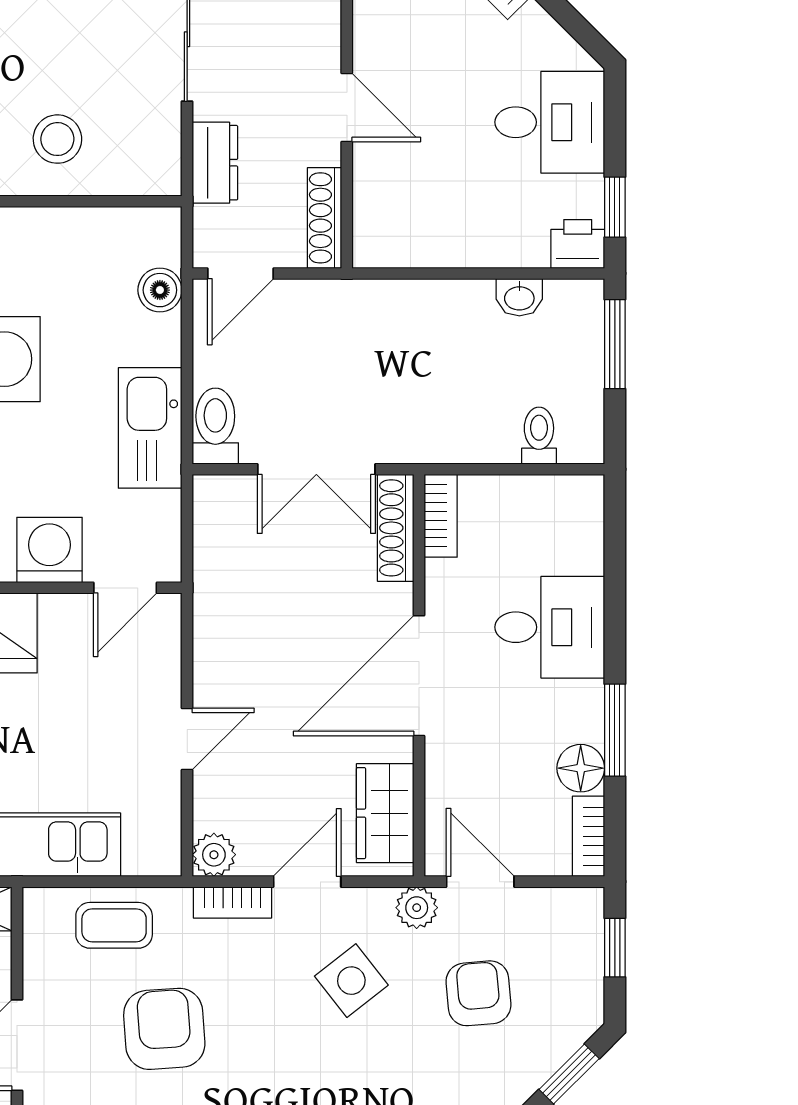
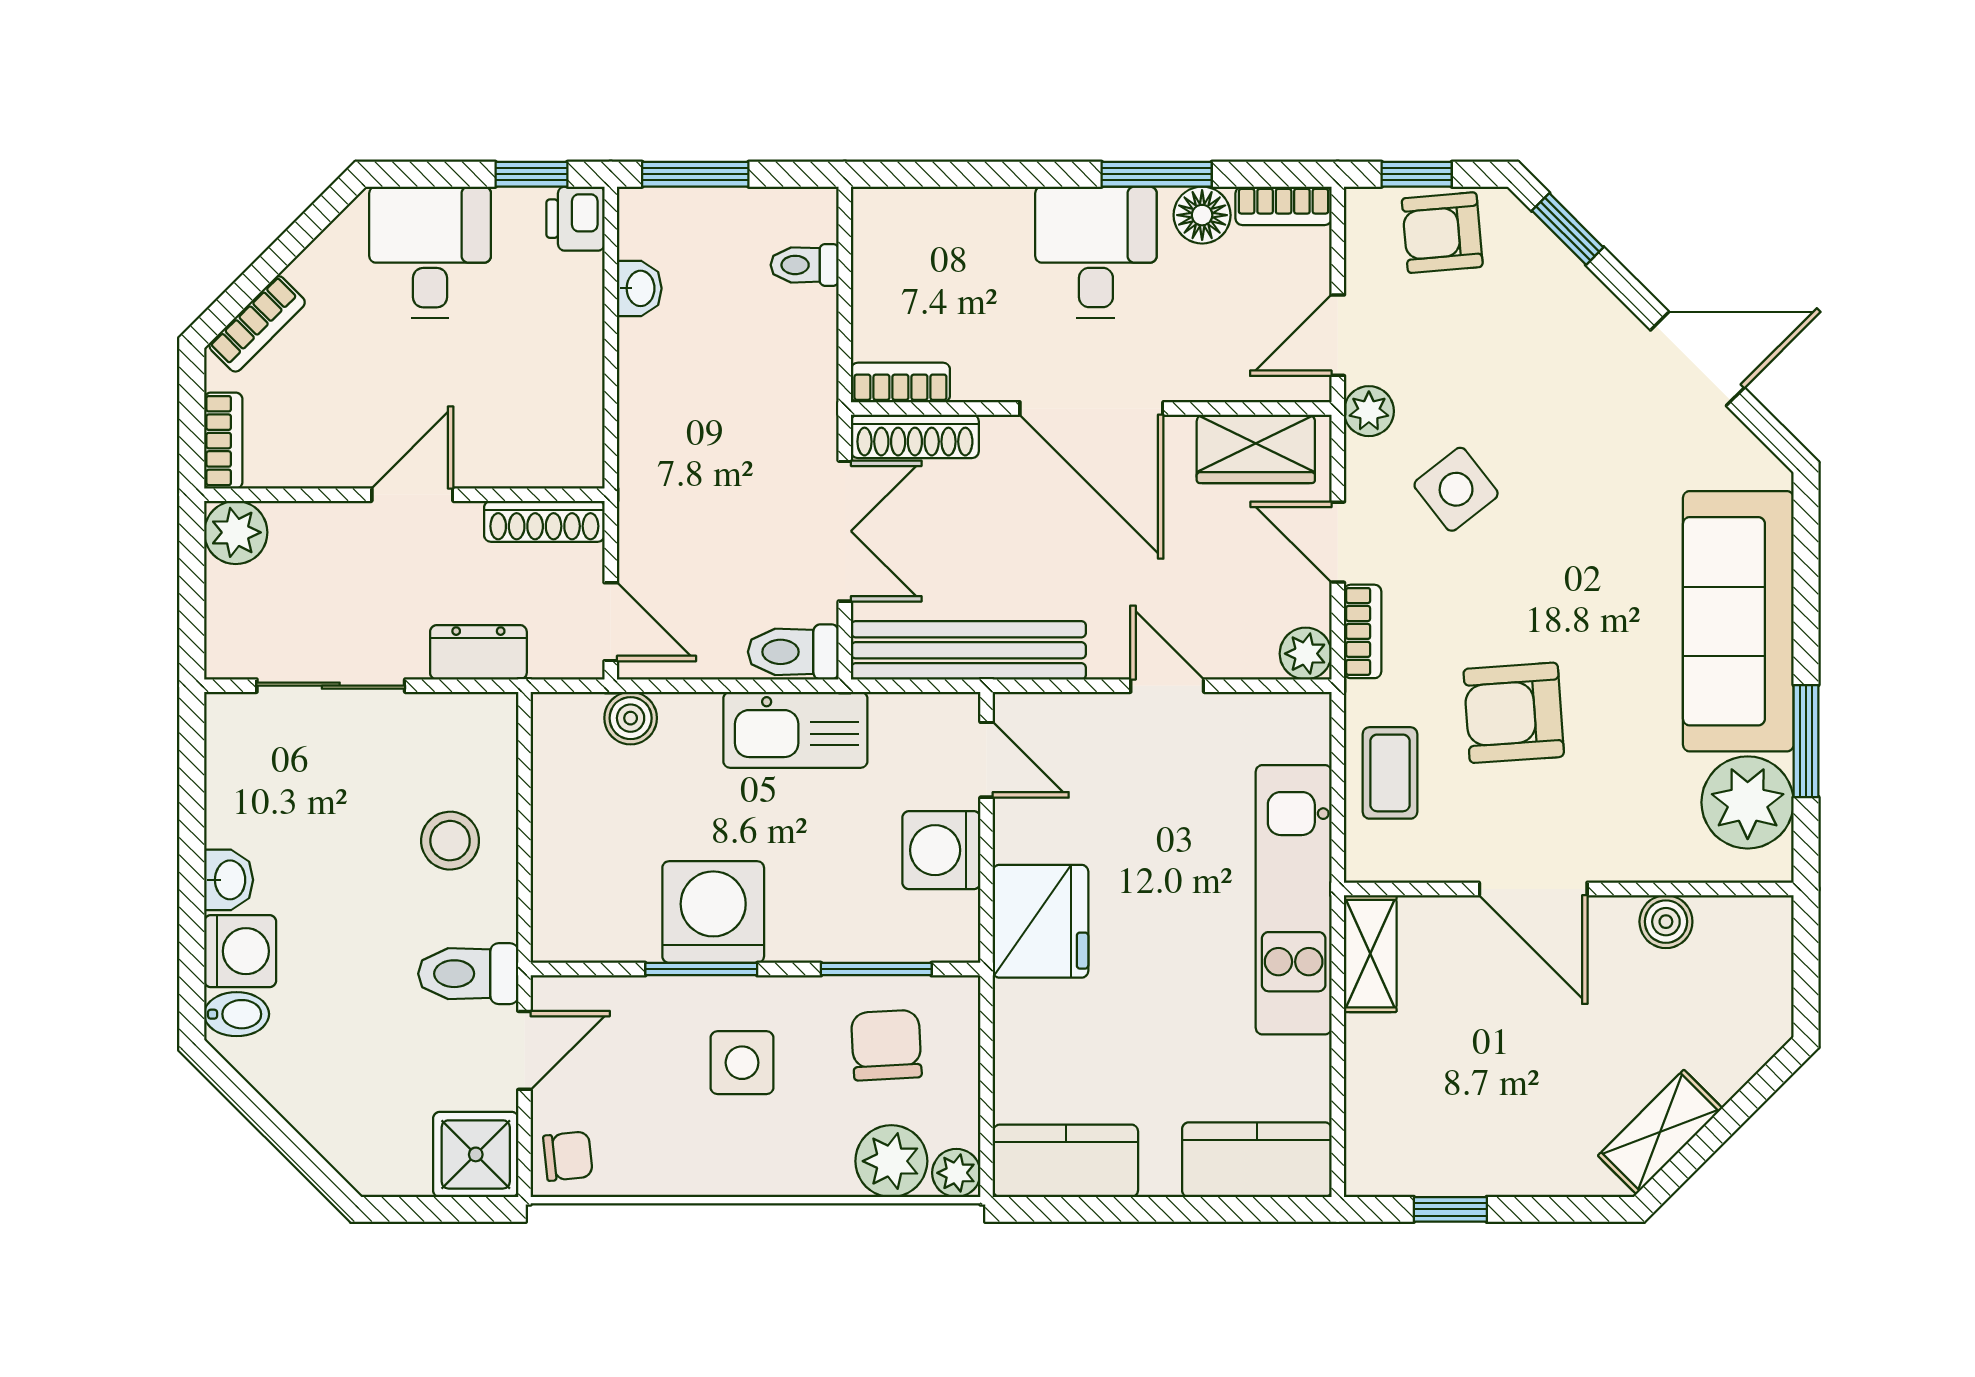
bench: (217, 573) -> (968, 650), added
desk: (550, 627) -> (1096, 252), moved
armchair: (478, 993) -> (1442, 233), moved

